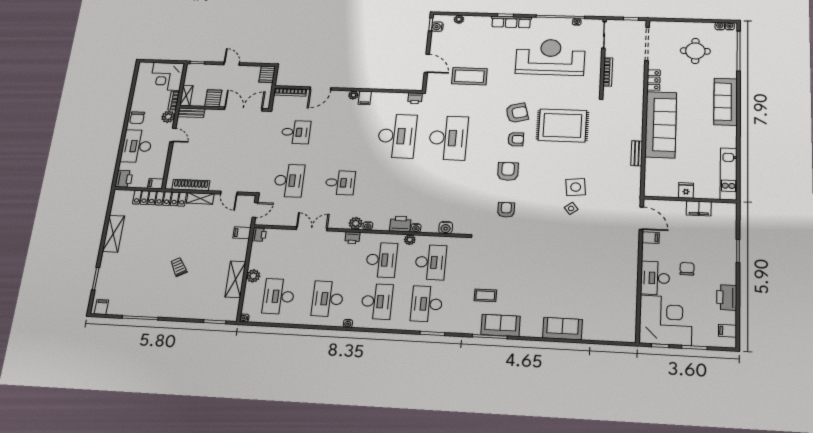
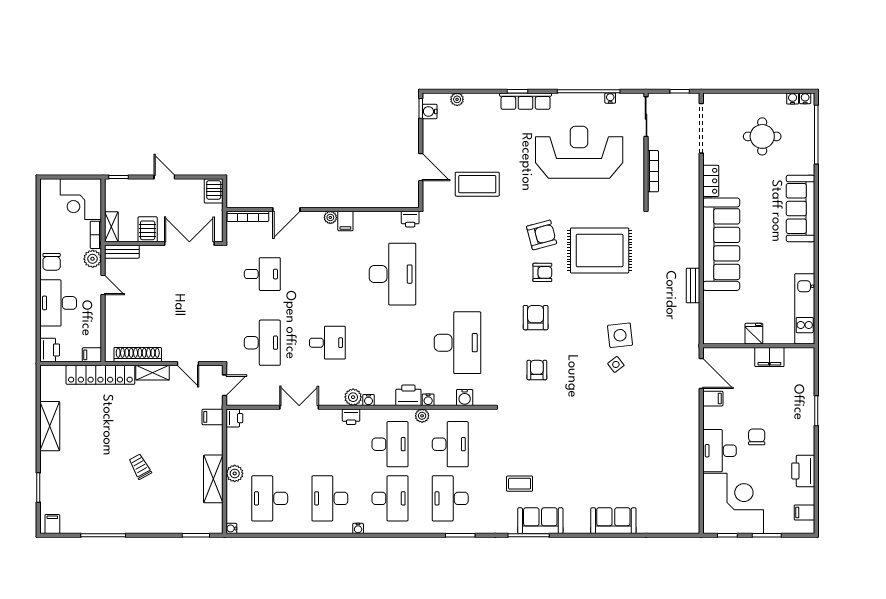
desk: (448, 138) -> (458, 343), moved

